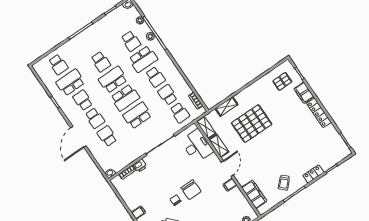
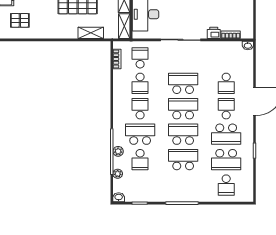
school desk: (131, 41) -> (140, 160), turned 180
school desk: (101, 62) -> (183, 160), width x1.85
school desk: (58, 65) -> (226, 185), turned 180
school desk: (113, 80) -> (183, 134), turned 180
school desk: (83, 100) -> (226, 134), width x1.85
school desk: (137, 115) -> (183, 83), turned 180

